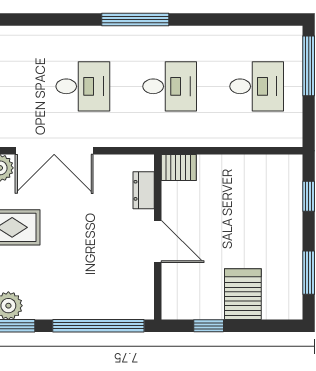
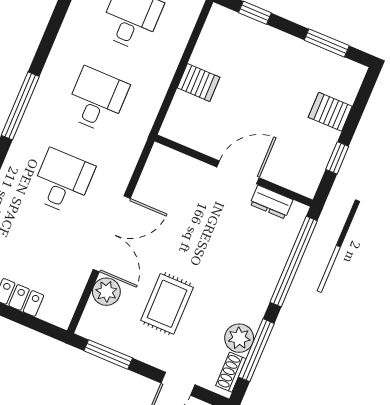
server rack: (179, 167) -> (198, 83), moved, turned 90
dresser: (144, 190) -> (271, 202), moved
server rack: (243, 294) -> (330, 112), width x0.73, depth x0.70

